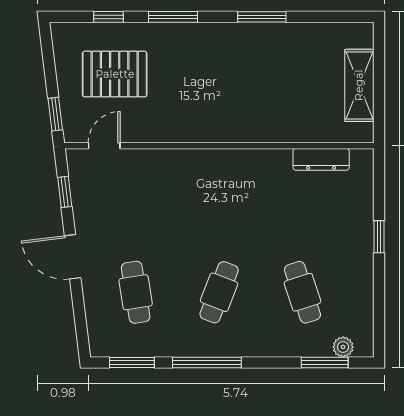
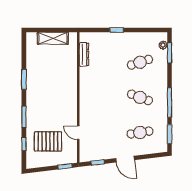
pallet: (115, 74) -> (48, 141), turned 90
door: (104, 146) -> (78, 133), moved
door: (73, 257) -> (125, 159), hinge flipped

